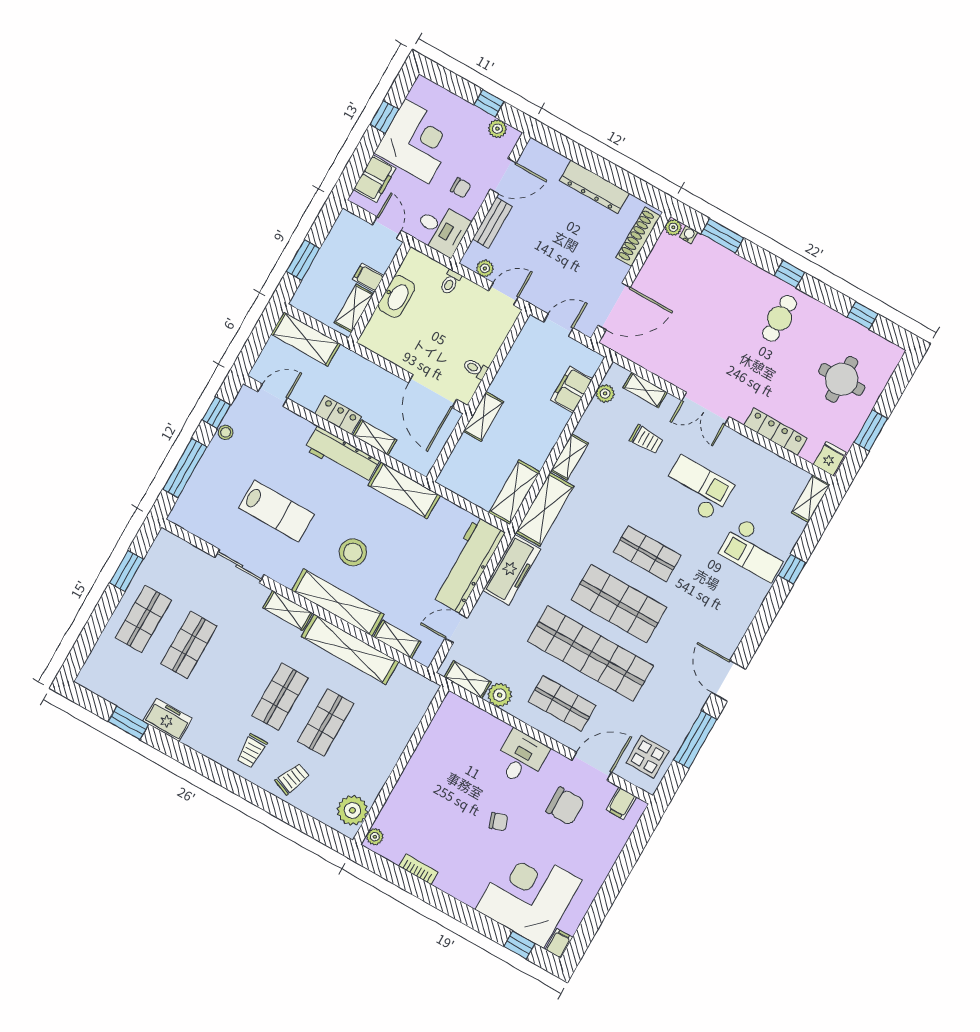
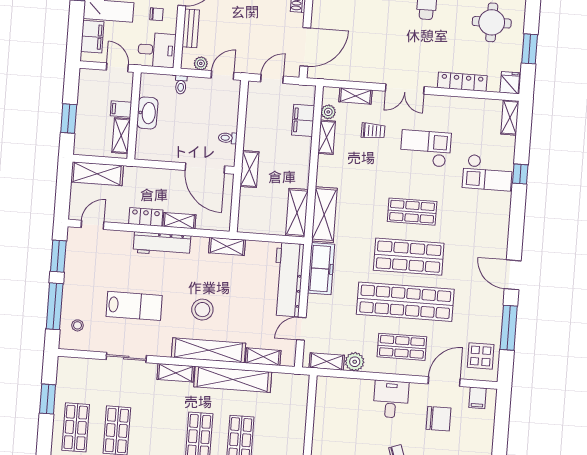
window: (216, 413) -> (58, 256), width x1.50
stool: (226, 432) -> (77, 325), moved
shelving: (569, 457) -> (327, 137), moved
shelving: (404, 490) -> (227, 246), width x0.67, depth x0.75

